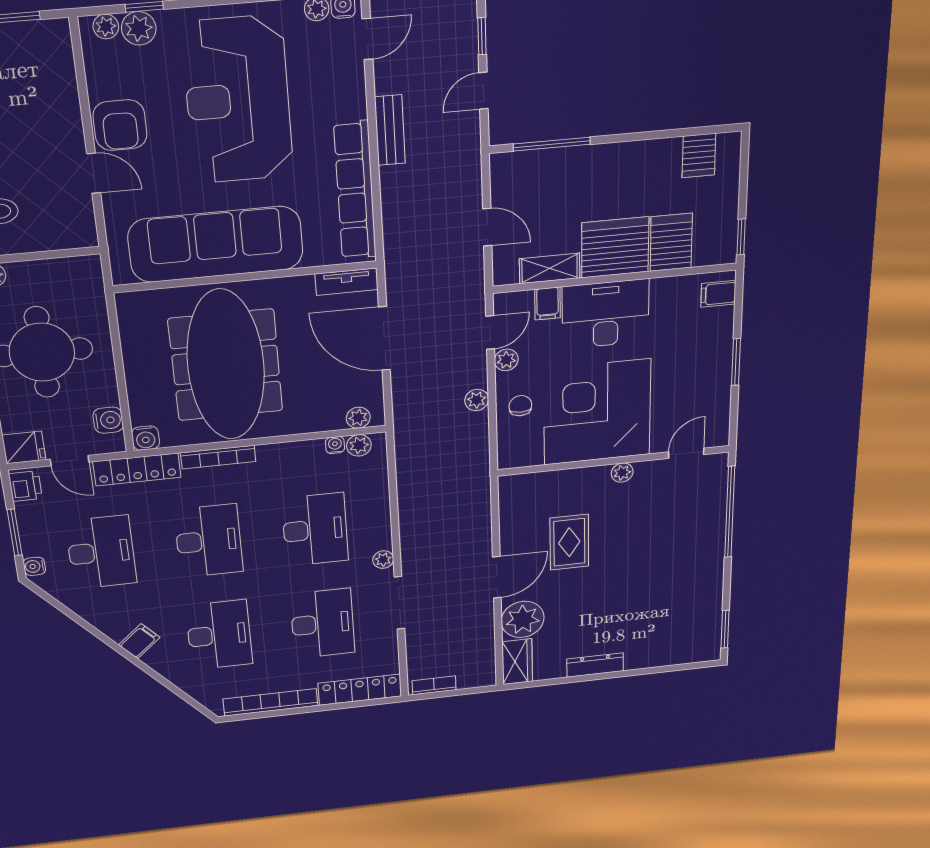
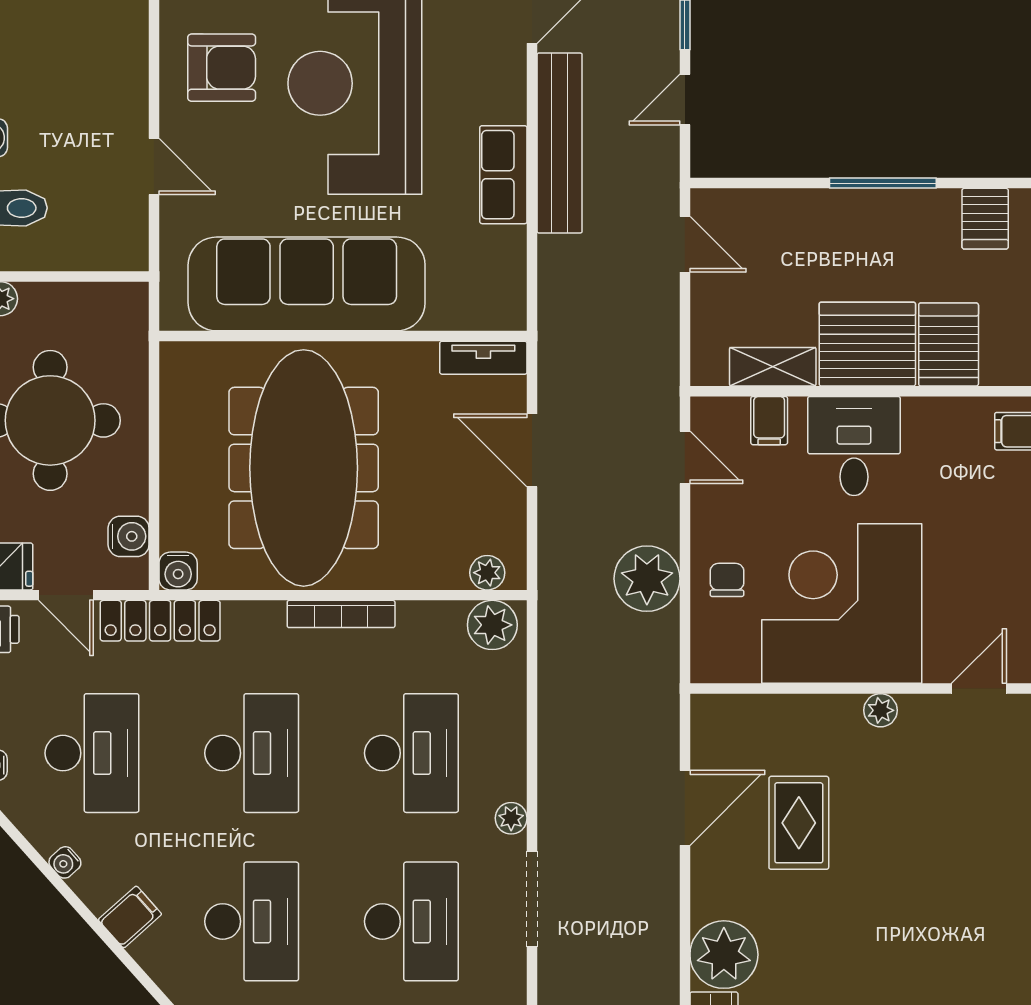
armchair: (120, 125) -> (222, 68), moved, turned -90
bench: (390, 130) -> (560, 143), width x1.86, depth x1.21
window: (552, 144) -> (883, 183), moved
row of seats: (355, 191) -> (503, 175), width x0.50
door: (487, 227) -> (685, 244), moved
desk: (606, 314) -> (854, 446), width x0.73
door: (490, 333) -> (685, 457), hinge flipped
door: (384, 338) -> (532, 450), width x0.73
plant: (506, 360) -> (707, 503), removed
plant: (477, 400) -> (647, 579), width x1.88, depth x1.88
water cooler: (335, 445) -> (65, 862), moved, turned -132
plant: (359, 445) -> (492, 625), width x1.38, depth x1.38
bookcase: (218, 457) -> (341, 614), moved
door: (497, 577) -> (685, 808), moved

